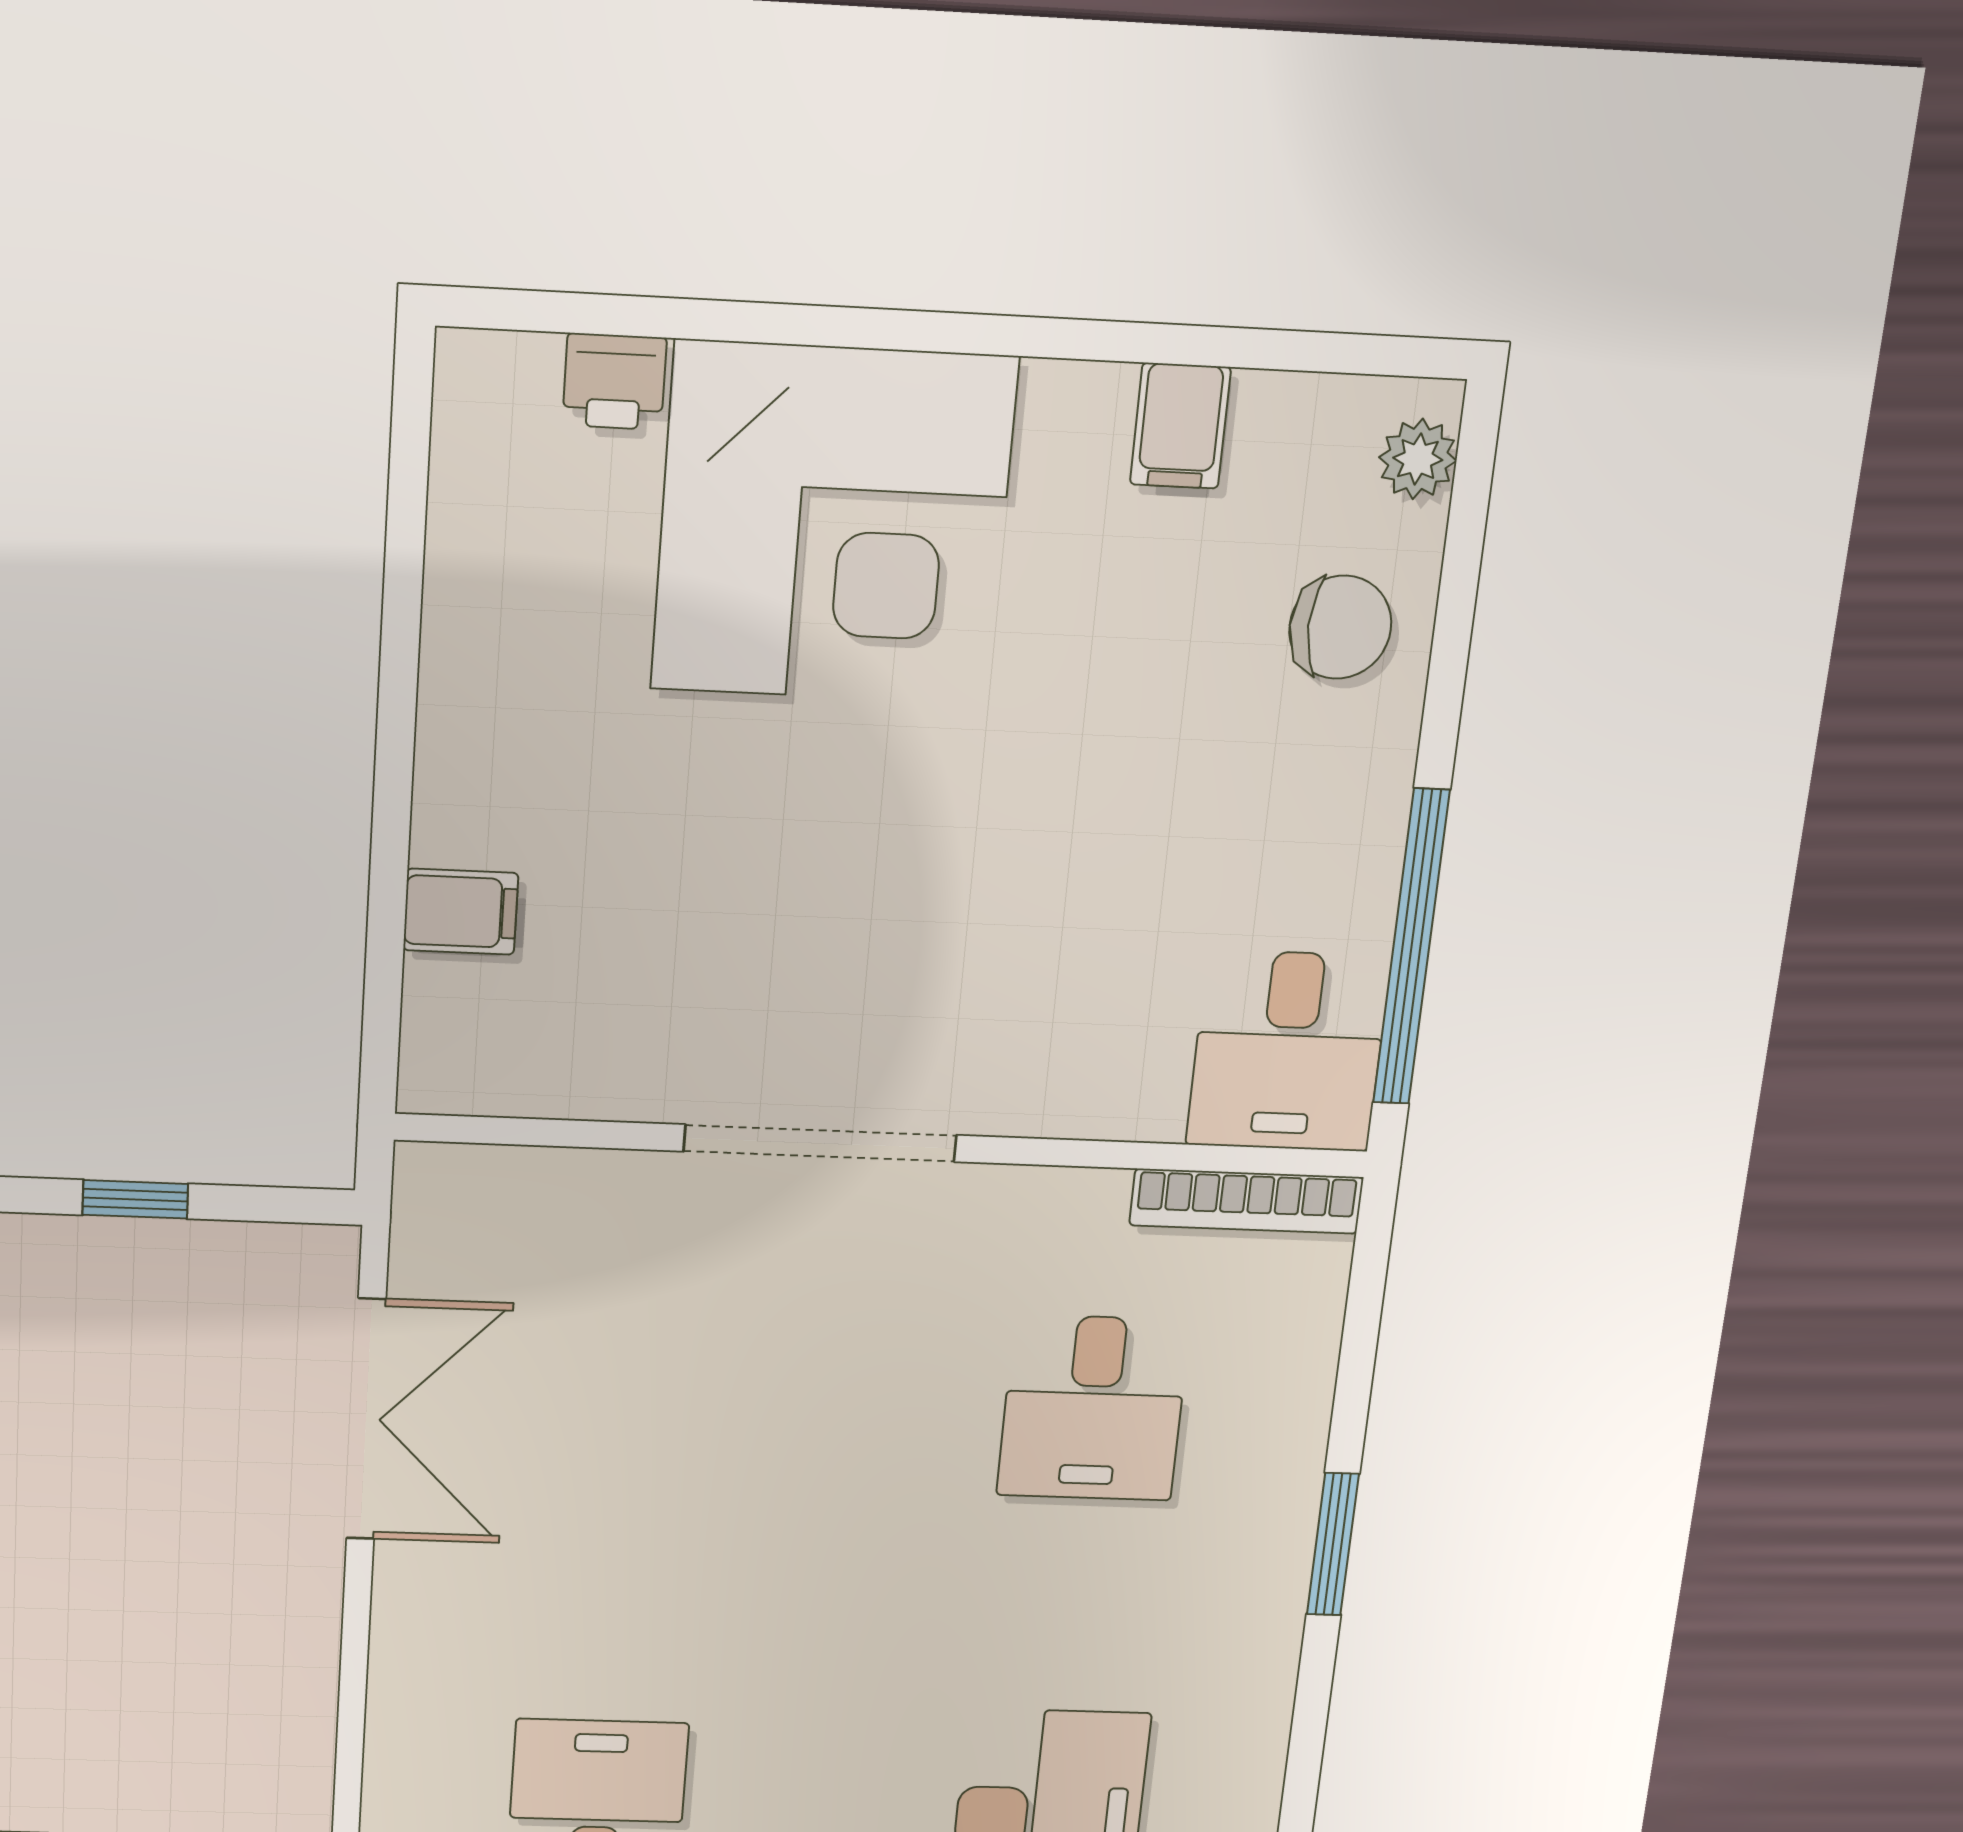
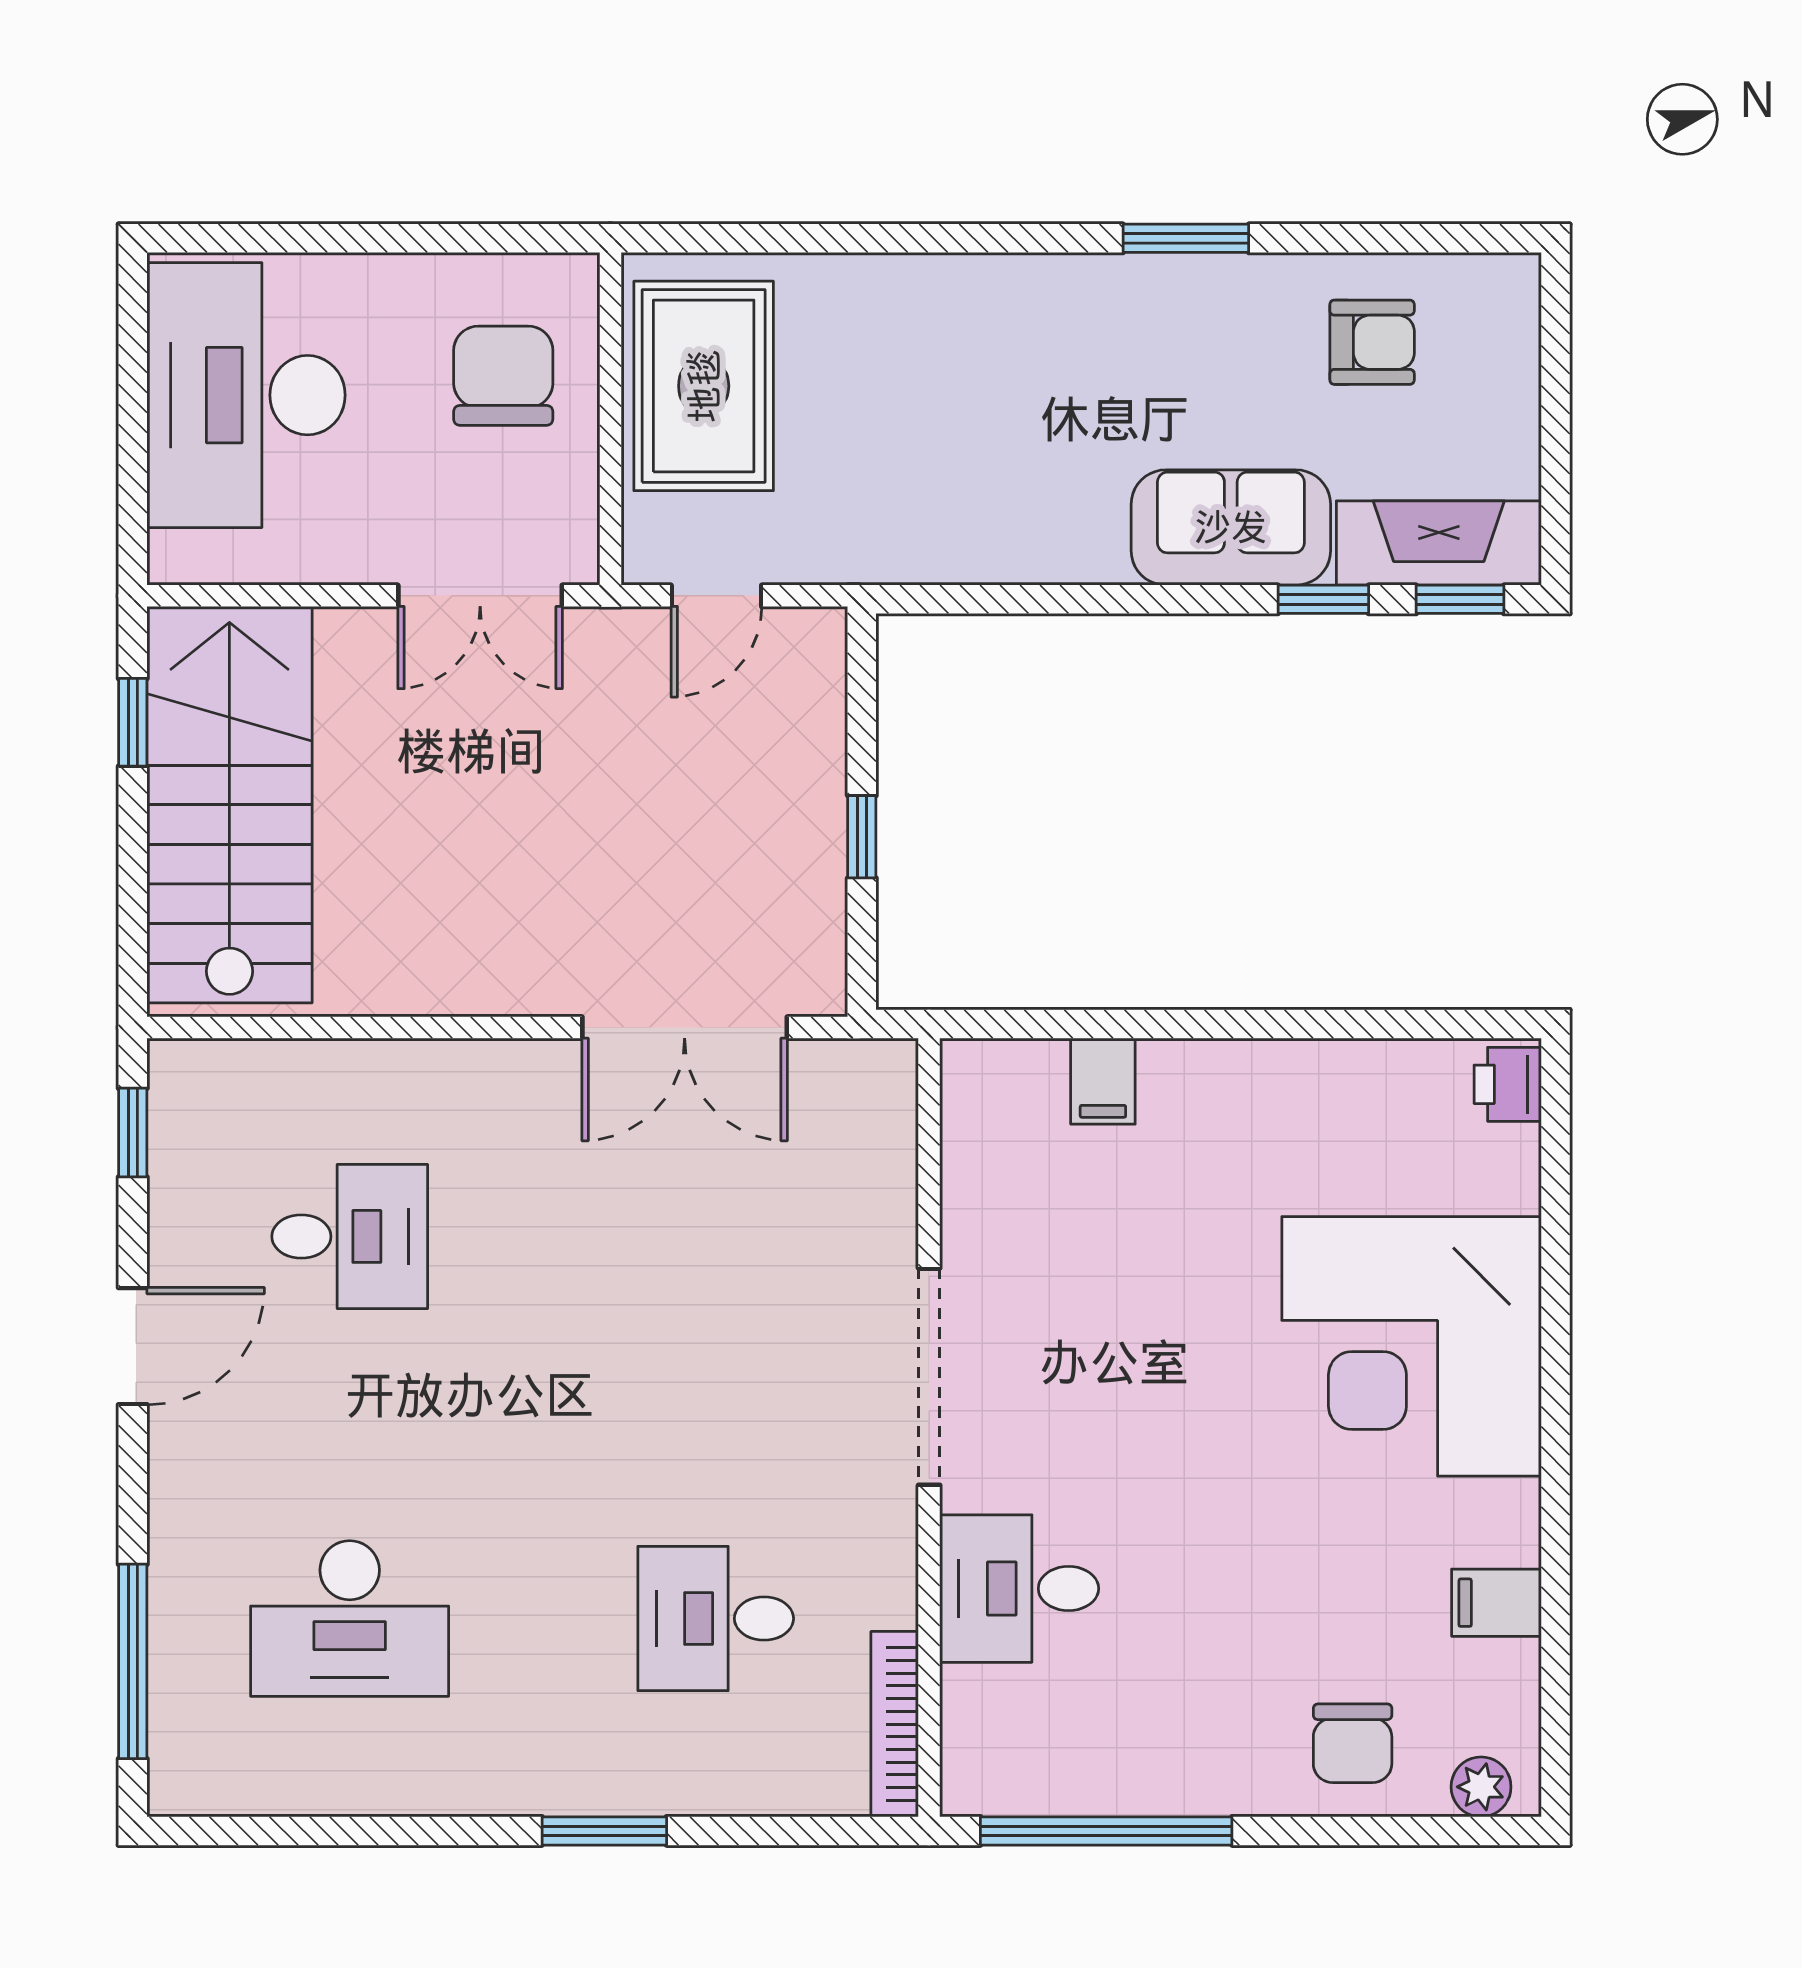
printer: (614, 382) -> (1508, 1084), moved
desk: (1288, 1051) -> (1019, 1589), moved

